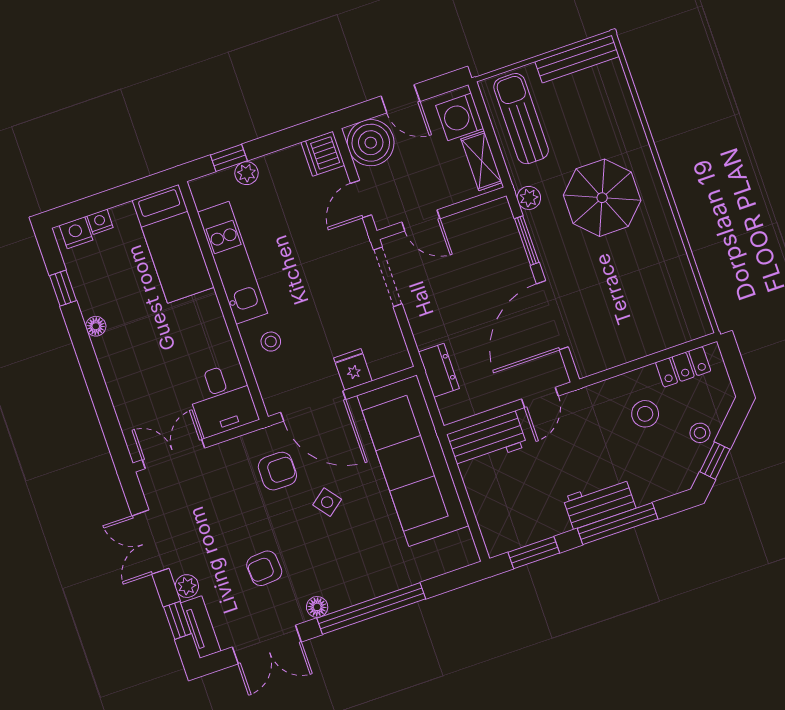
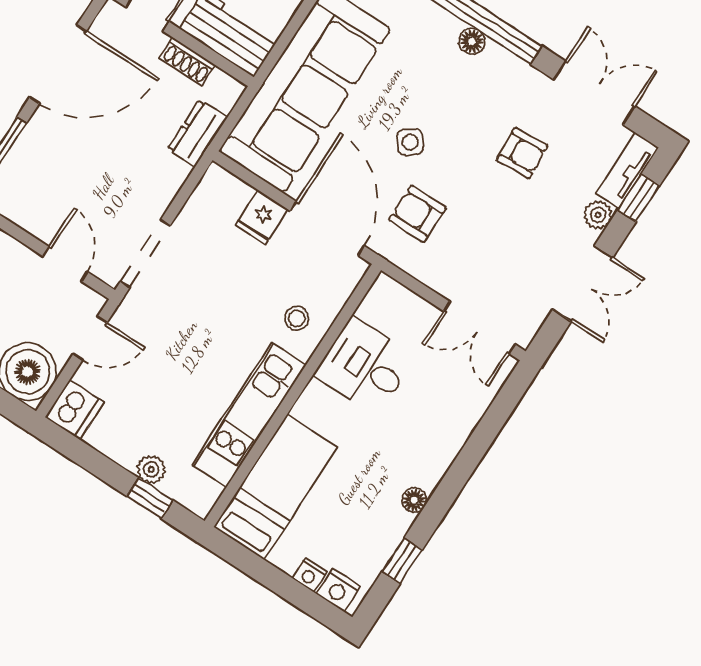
desk: (222, 399) -> (365, 366), moved, turned -90
shoe rack: (490, 400) -> (188, 62), added
floor lamp: (317, 607) -> (472, 41), moved

